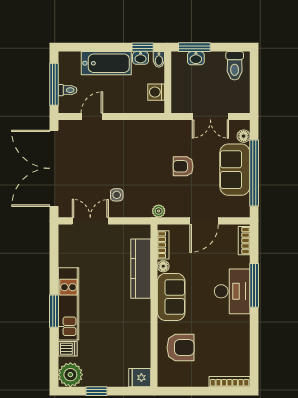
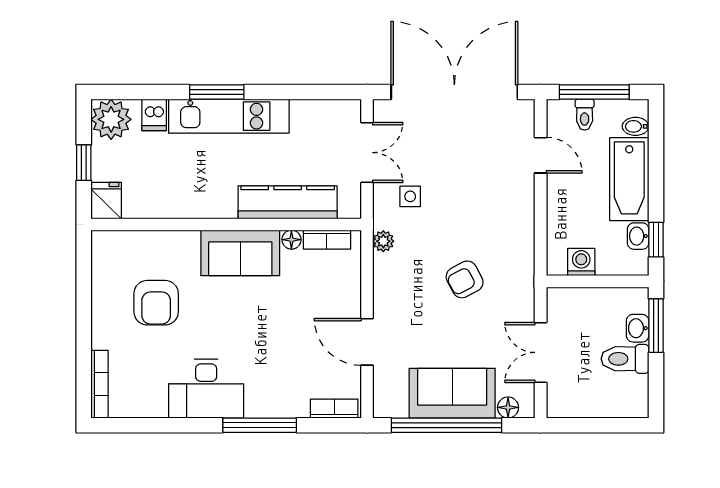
bidet: (159, 59) -> (636, 126), moved
toilet: (235, 66) -> (625, 359), moved
armchair: (183, 166) -> (465, 279), moved, turned -118
plant: (159, 211) -> (383, 241), moved
bookcase: (163, 245) -> (327, 240), moved
floor lamp: (163, 266) -> (291, 240), moved
kitchen counter: (141, 269) -> (288, 202), moved
desk: (232, 291) -> (206, 389), moved
sofa: (171, 297) -> (240, 253), moved
wall: (154, 306) -> (226, 224), moved
fridge: (140, 378) -> (106, 201), moved

